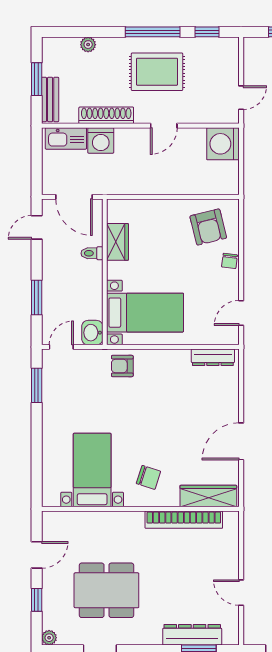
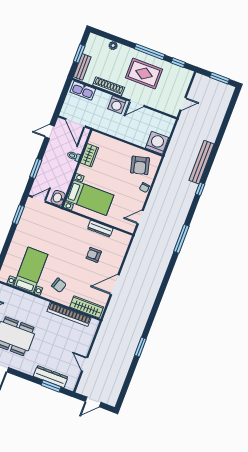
washing machine: (101, 140) -> (117, 105), moved
washing machine: (223, 144) -> (157, 143), moved, turned 90
dresser: (213, 357) -> (100, 229), moved
armchair: (122, 366) -> (94, 255), moved

